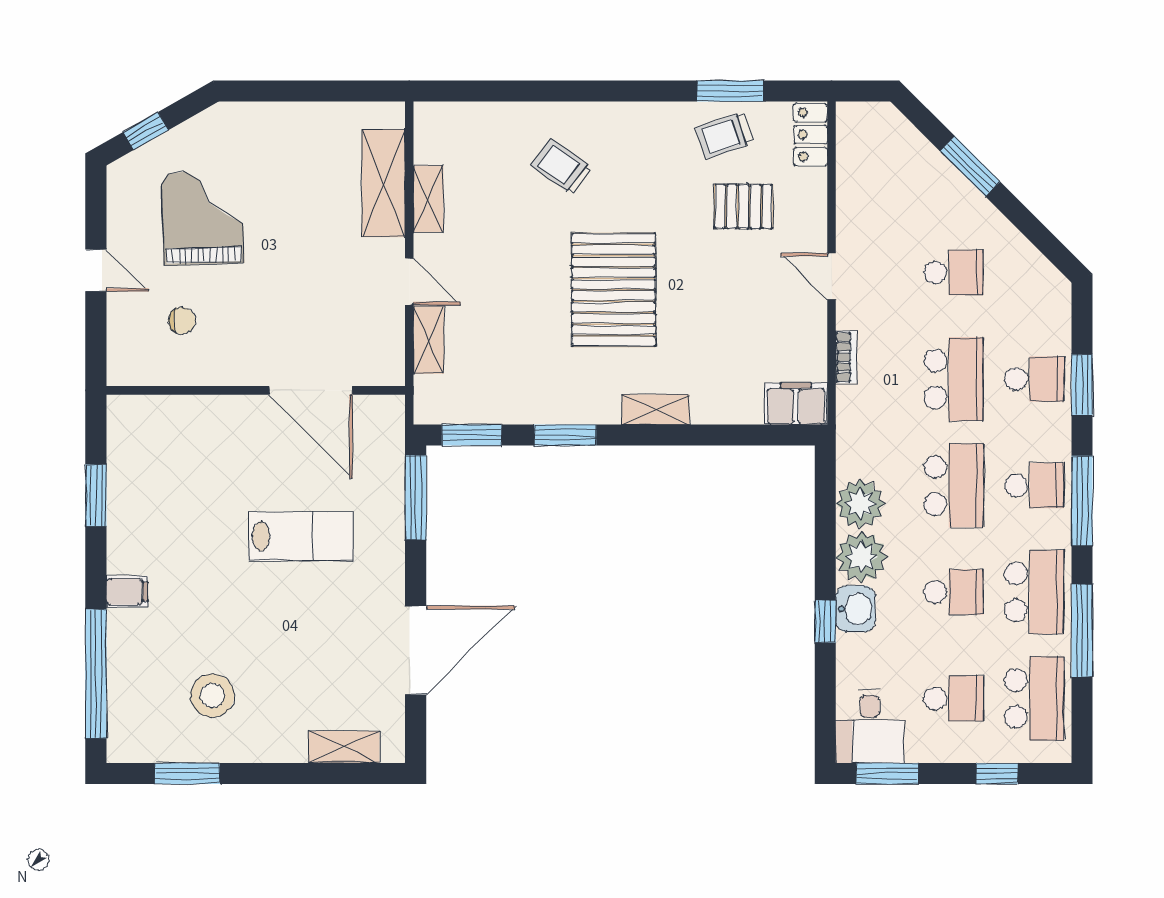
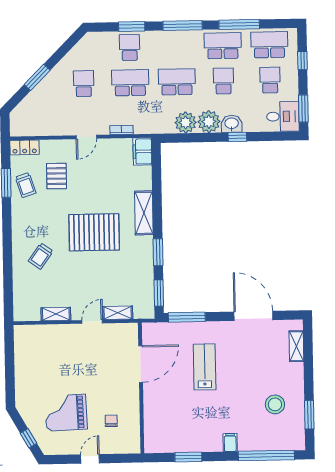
shelving: (384, 183) -> (49, 334), removed
shelving: (656, 409) -> (144, 213), width x1.50, depth x1.33
school desk: (1034, 485) -> (176, 47), removed

